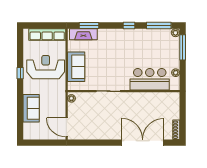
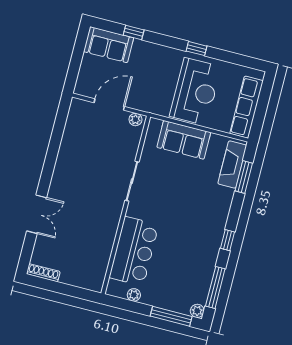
sofa: (31, 108) -> (109, 45), moved
window: (20, 113) -> (134, 32), added
door: (67, 127) -> (109, 105), moved
double door: (143, 143) -> (37, 214), width x0.54

